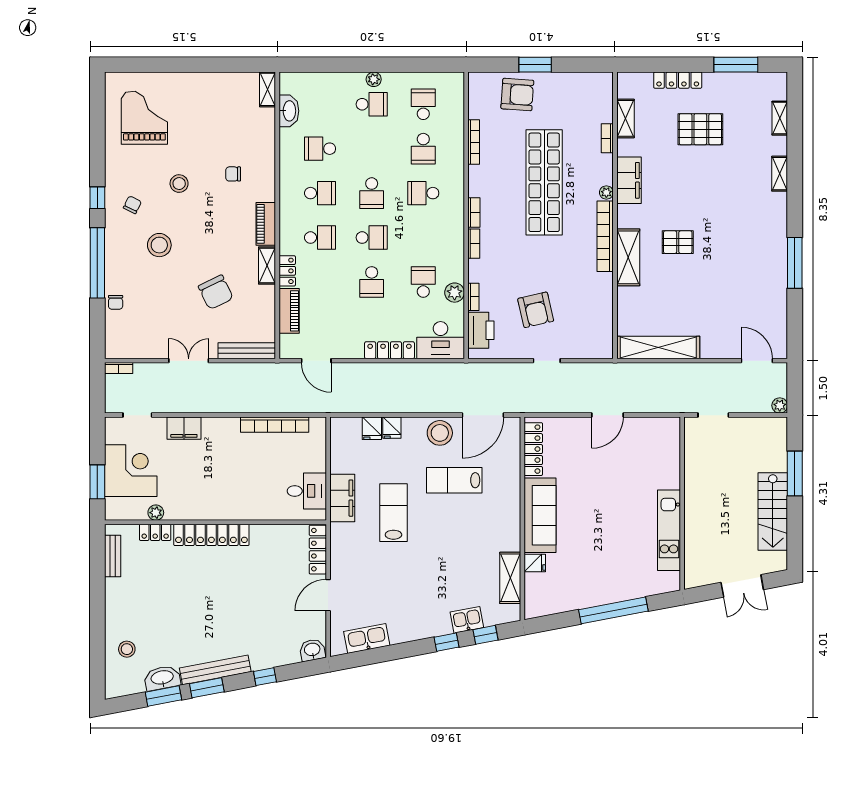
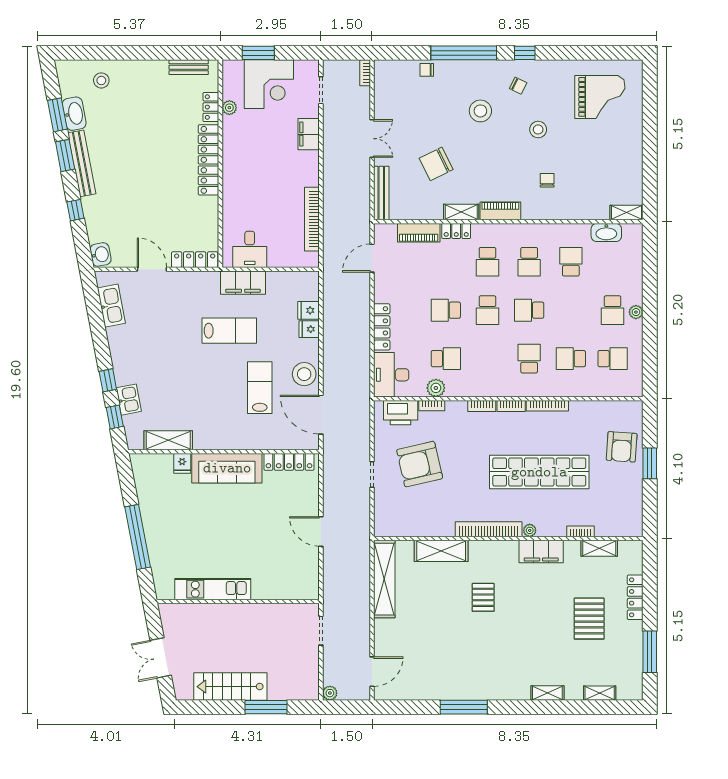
bookcase: (474, 142) -> (547, 406), moved
shelving: (628, 257) -> (441, 551), moved
armchair: (536, 310) -> (420, 464), width x1.36, depth x1.36

